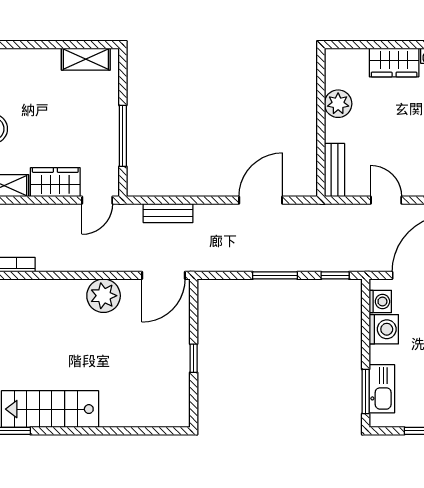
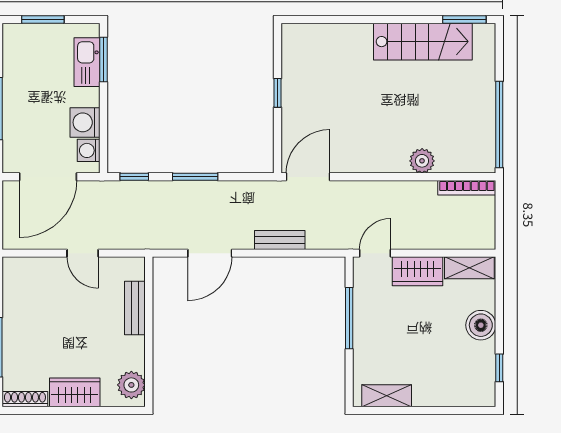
plant: (338, 104) -> (131, 385), moved
bench: (334, 170) -> (135, 308), moved
bench: (168, 213) -> (280, 240), moved
plant: (104, 296) -> (422, 161), moved, width x0.73, depth x0.73

